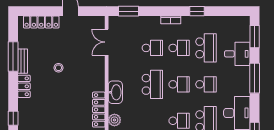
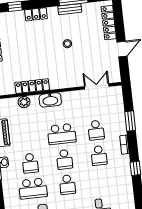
window: (128, 11) -> (130, 121), moved
school desk: (206, 48) -> (102, 181), removed
locker: (24, 86) -> (36, 14), moved

